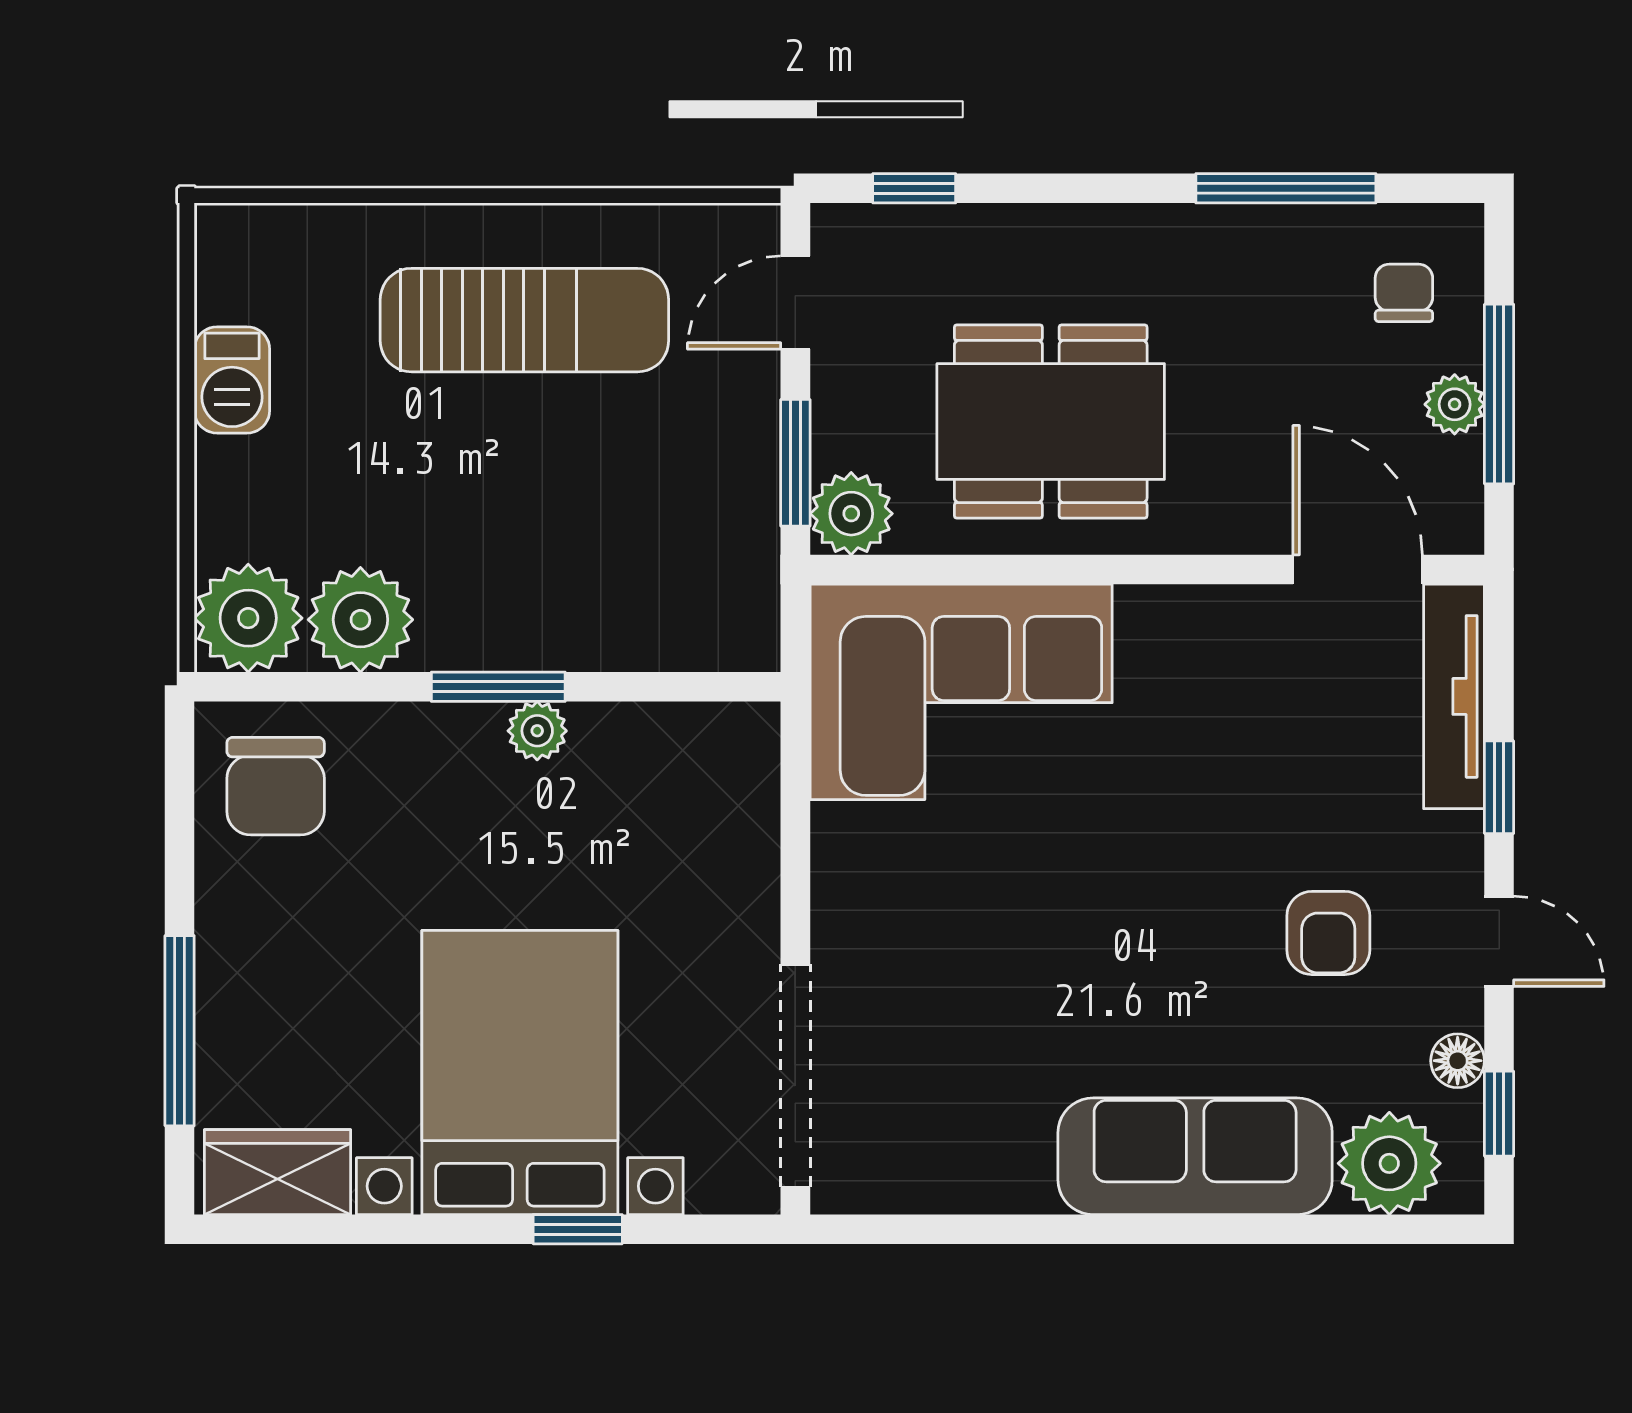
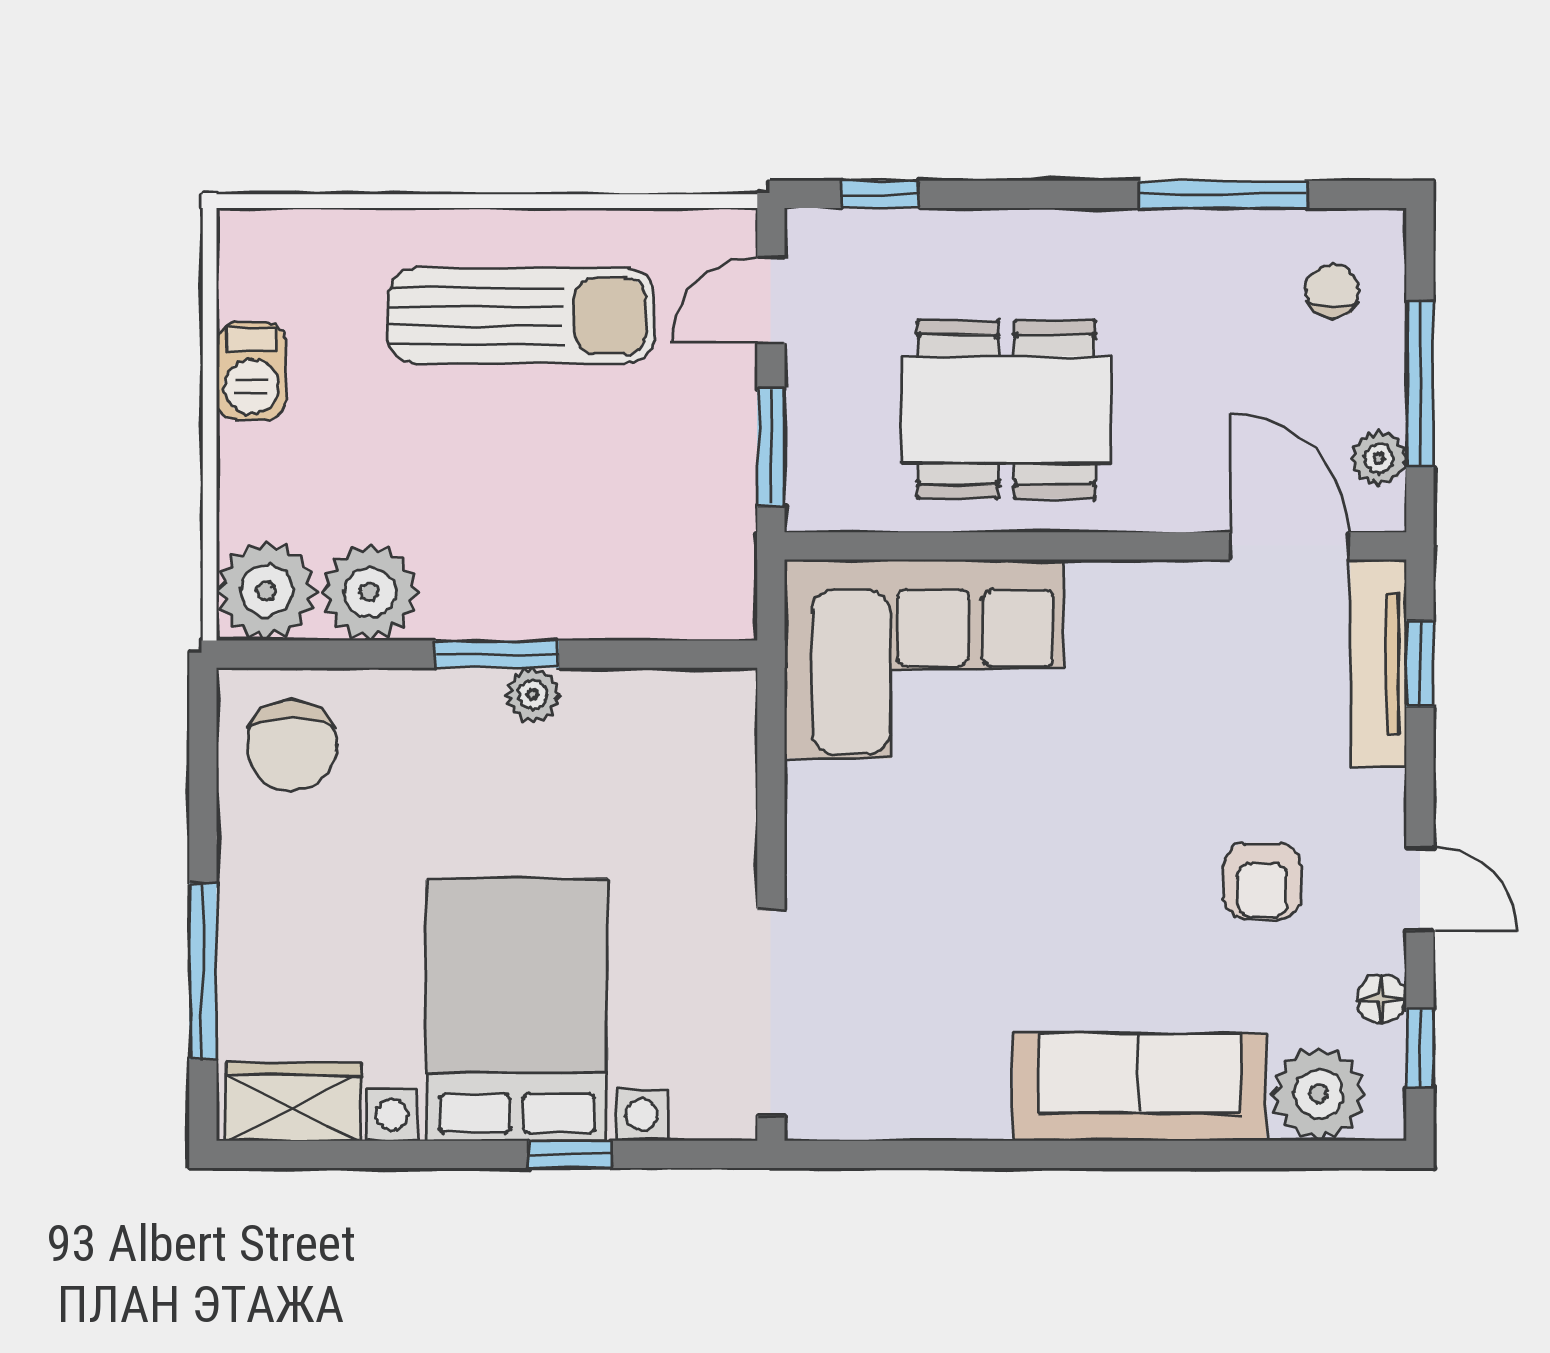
plant: (1455, 404) -> (1379, 458), moved
plant: (851, 514) -> (822, 494), removed
window: (1499, 787) -> (1420, 664), moved

